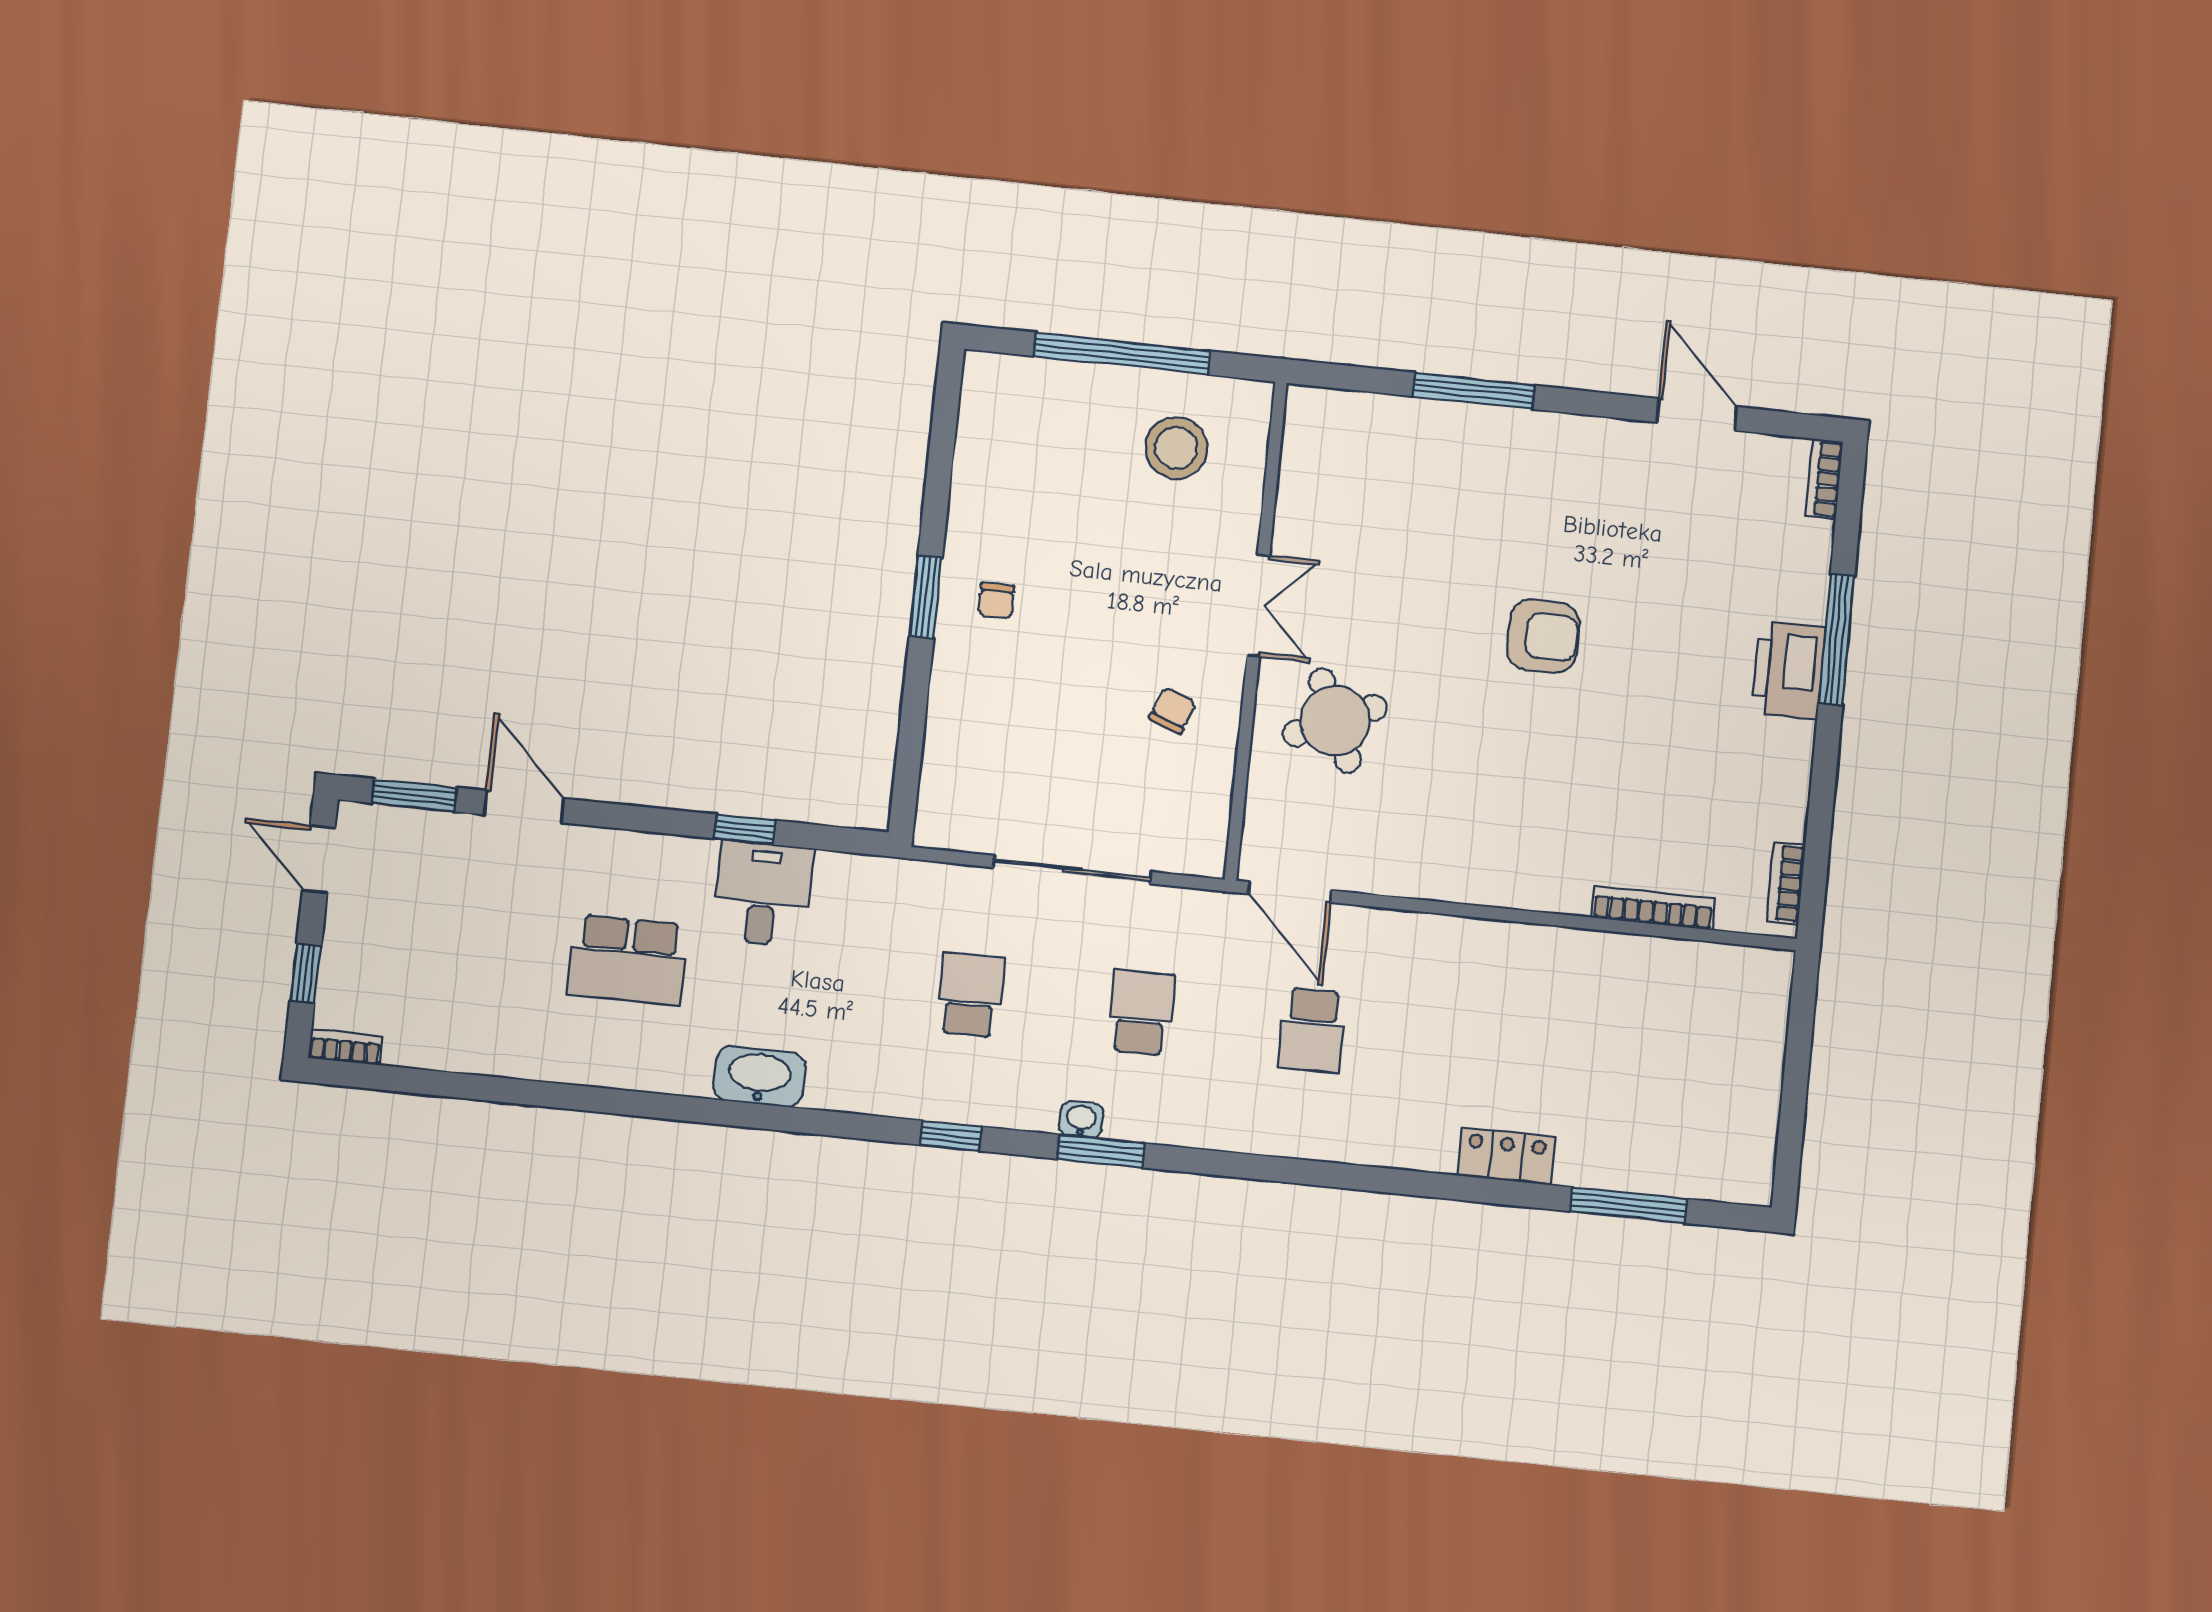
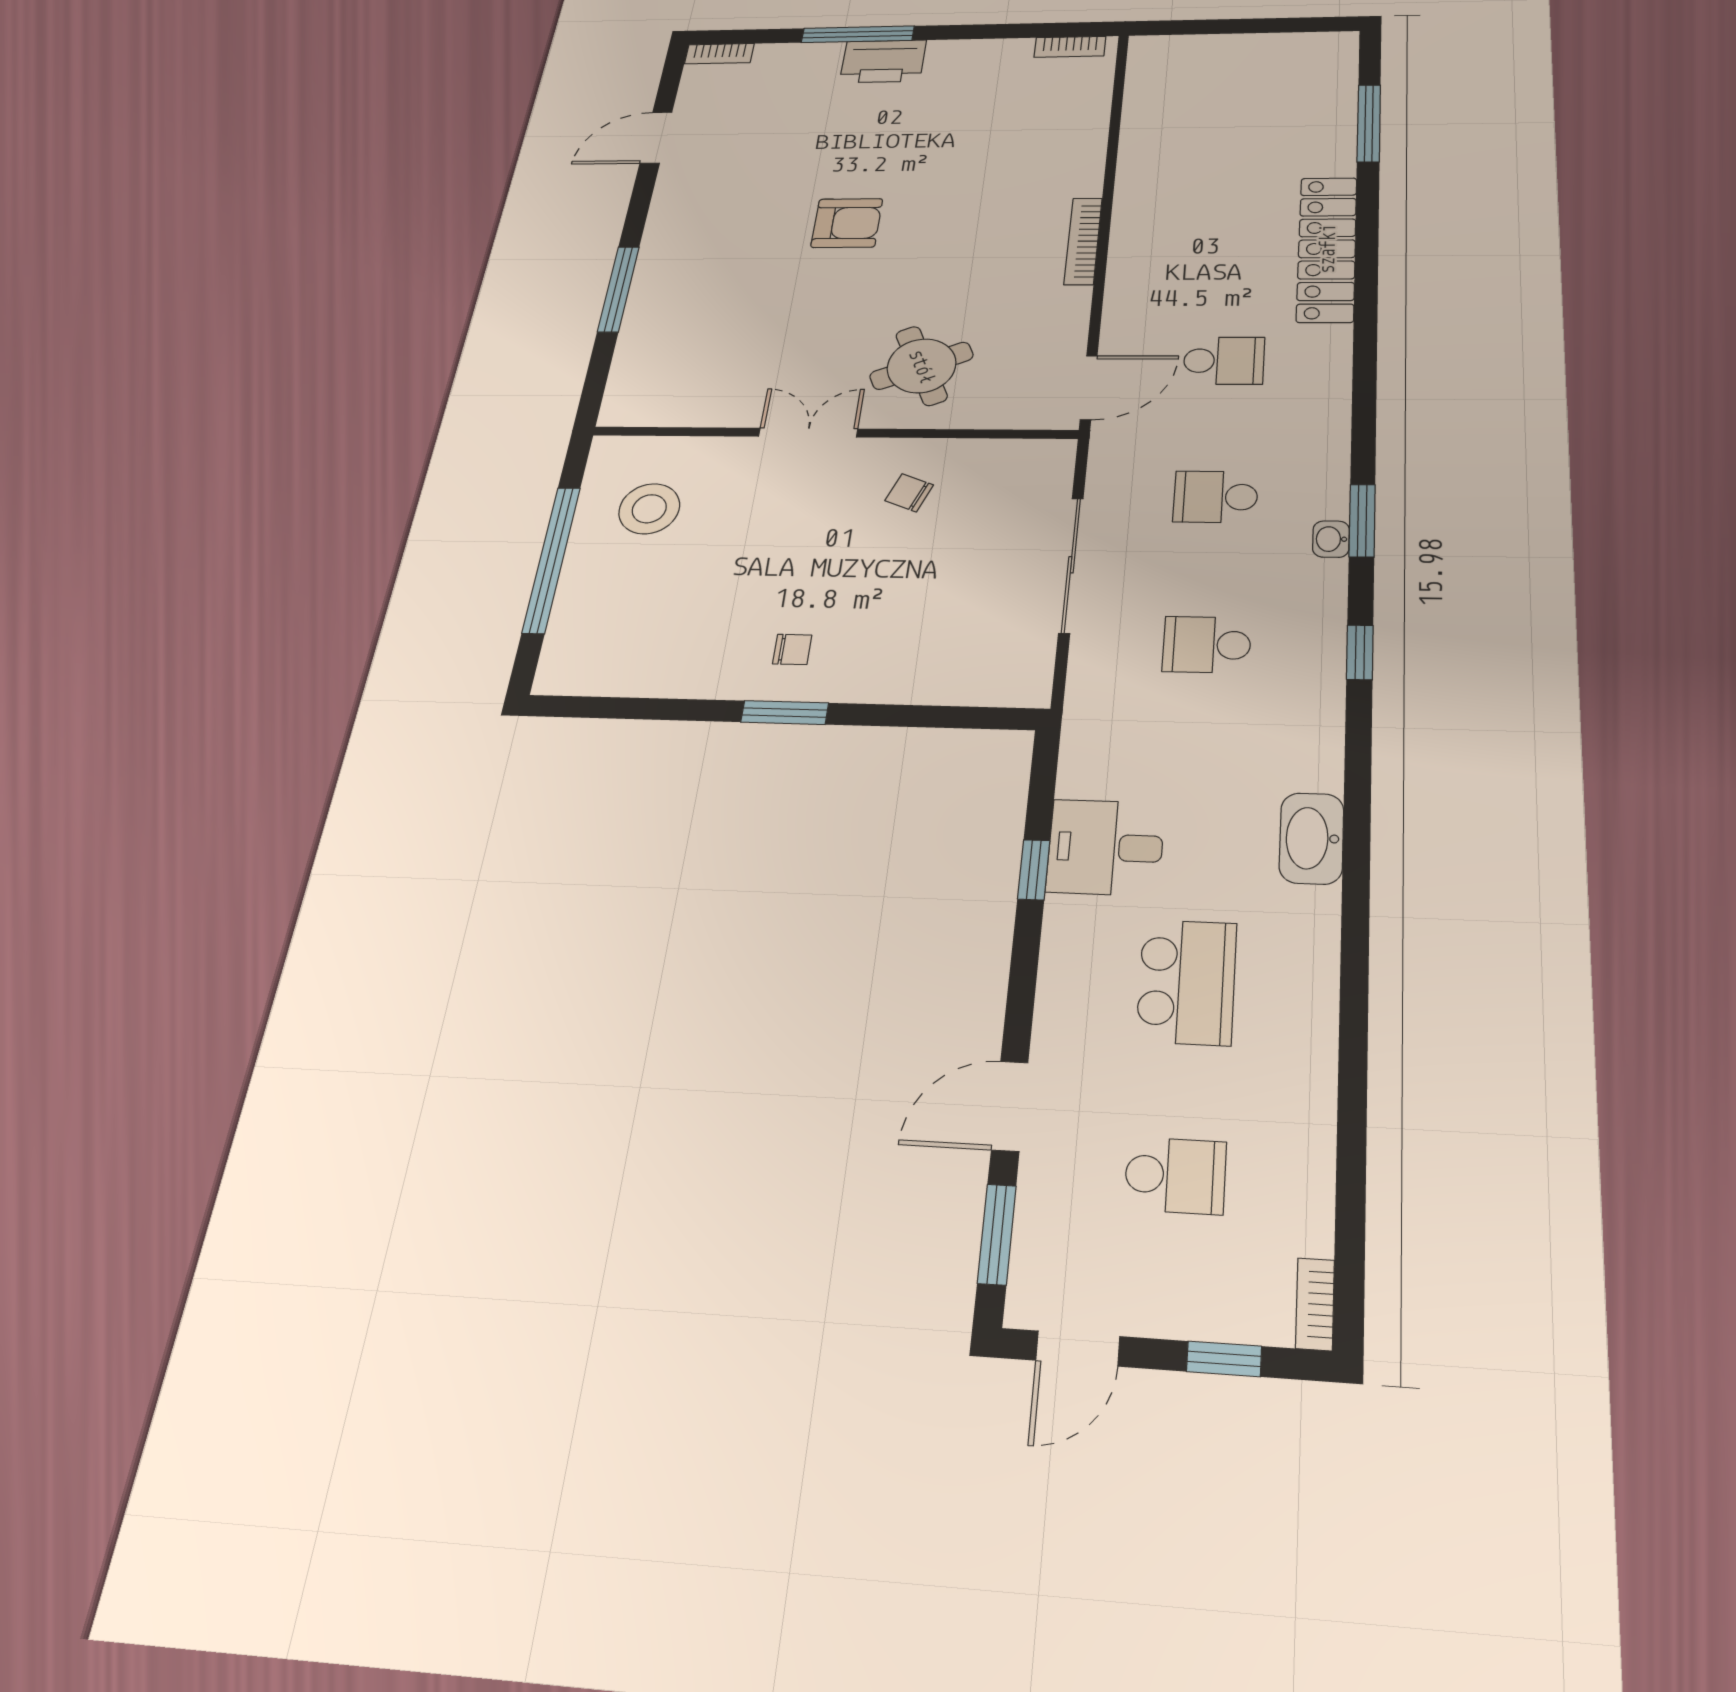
armchair: (1543, 636) -> (847, 223), turned 90
bookcase: (1653, 908) -> (1083, 241), moved
school desk: (456, 942) -> (1175, 1175), added
locker: (1506, 1156) -> (1327, 249), width x2.16, depth x1.21

